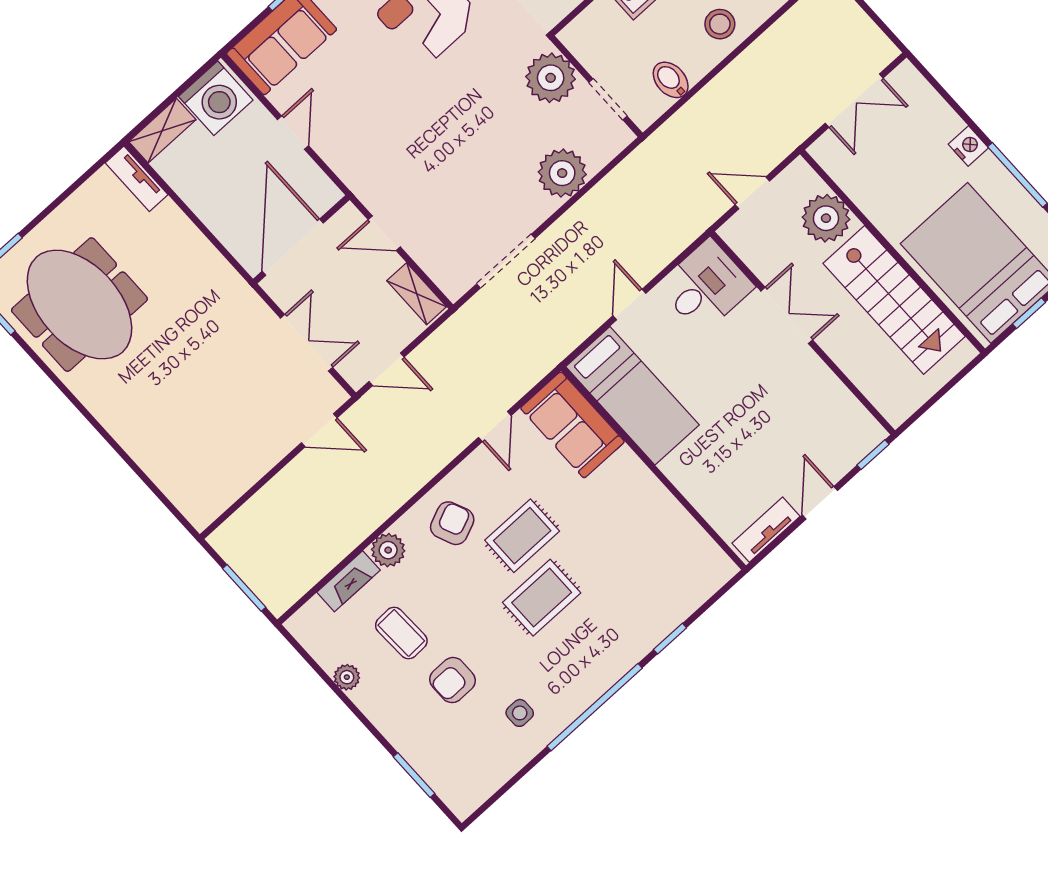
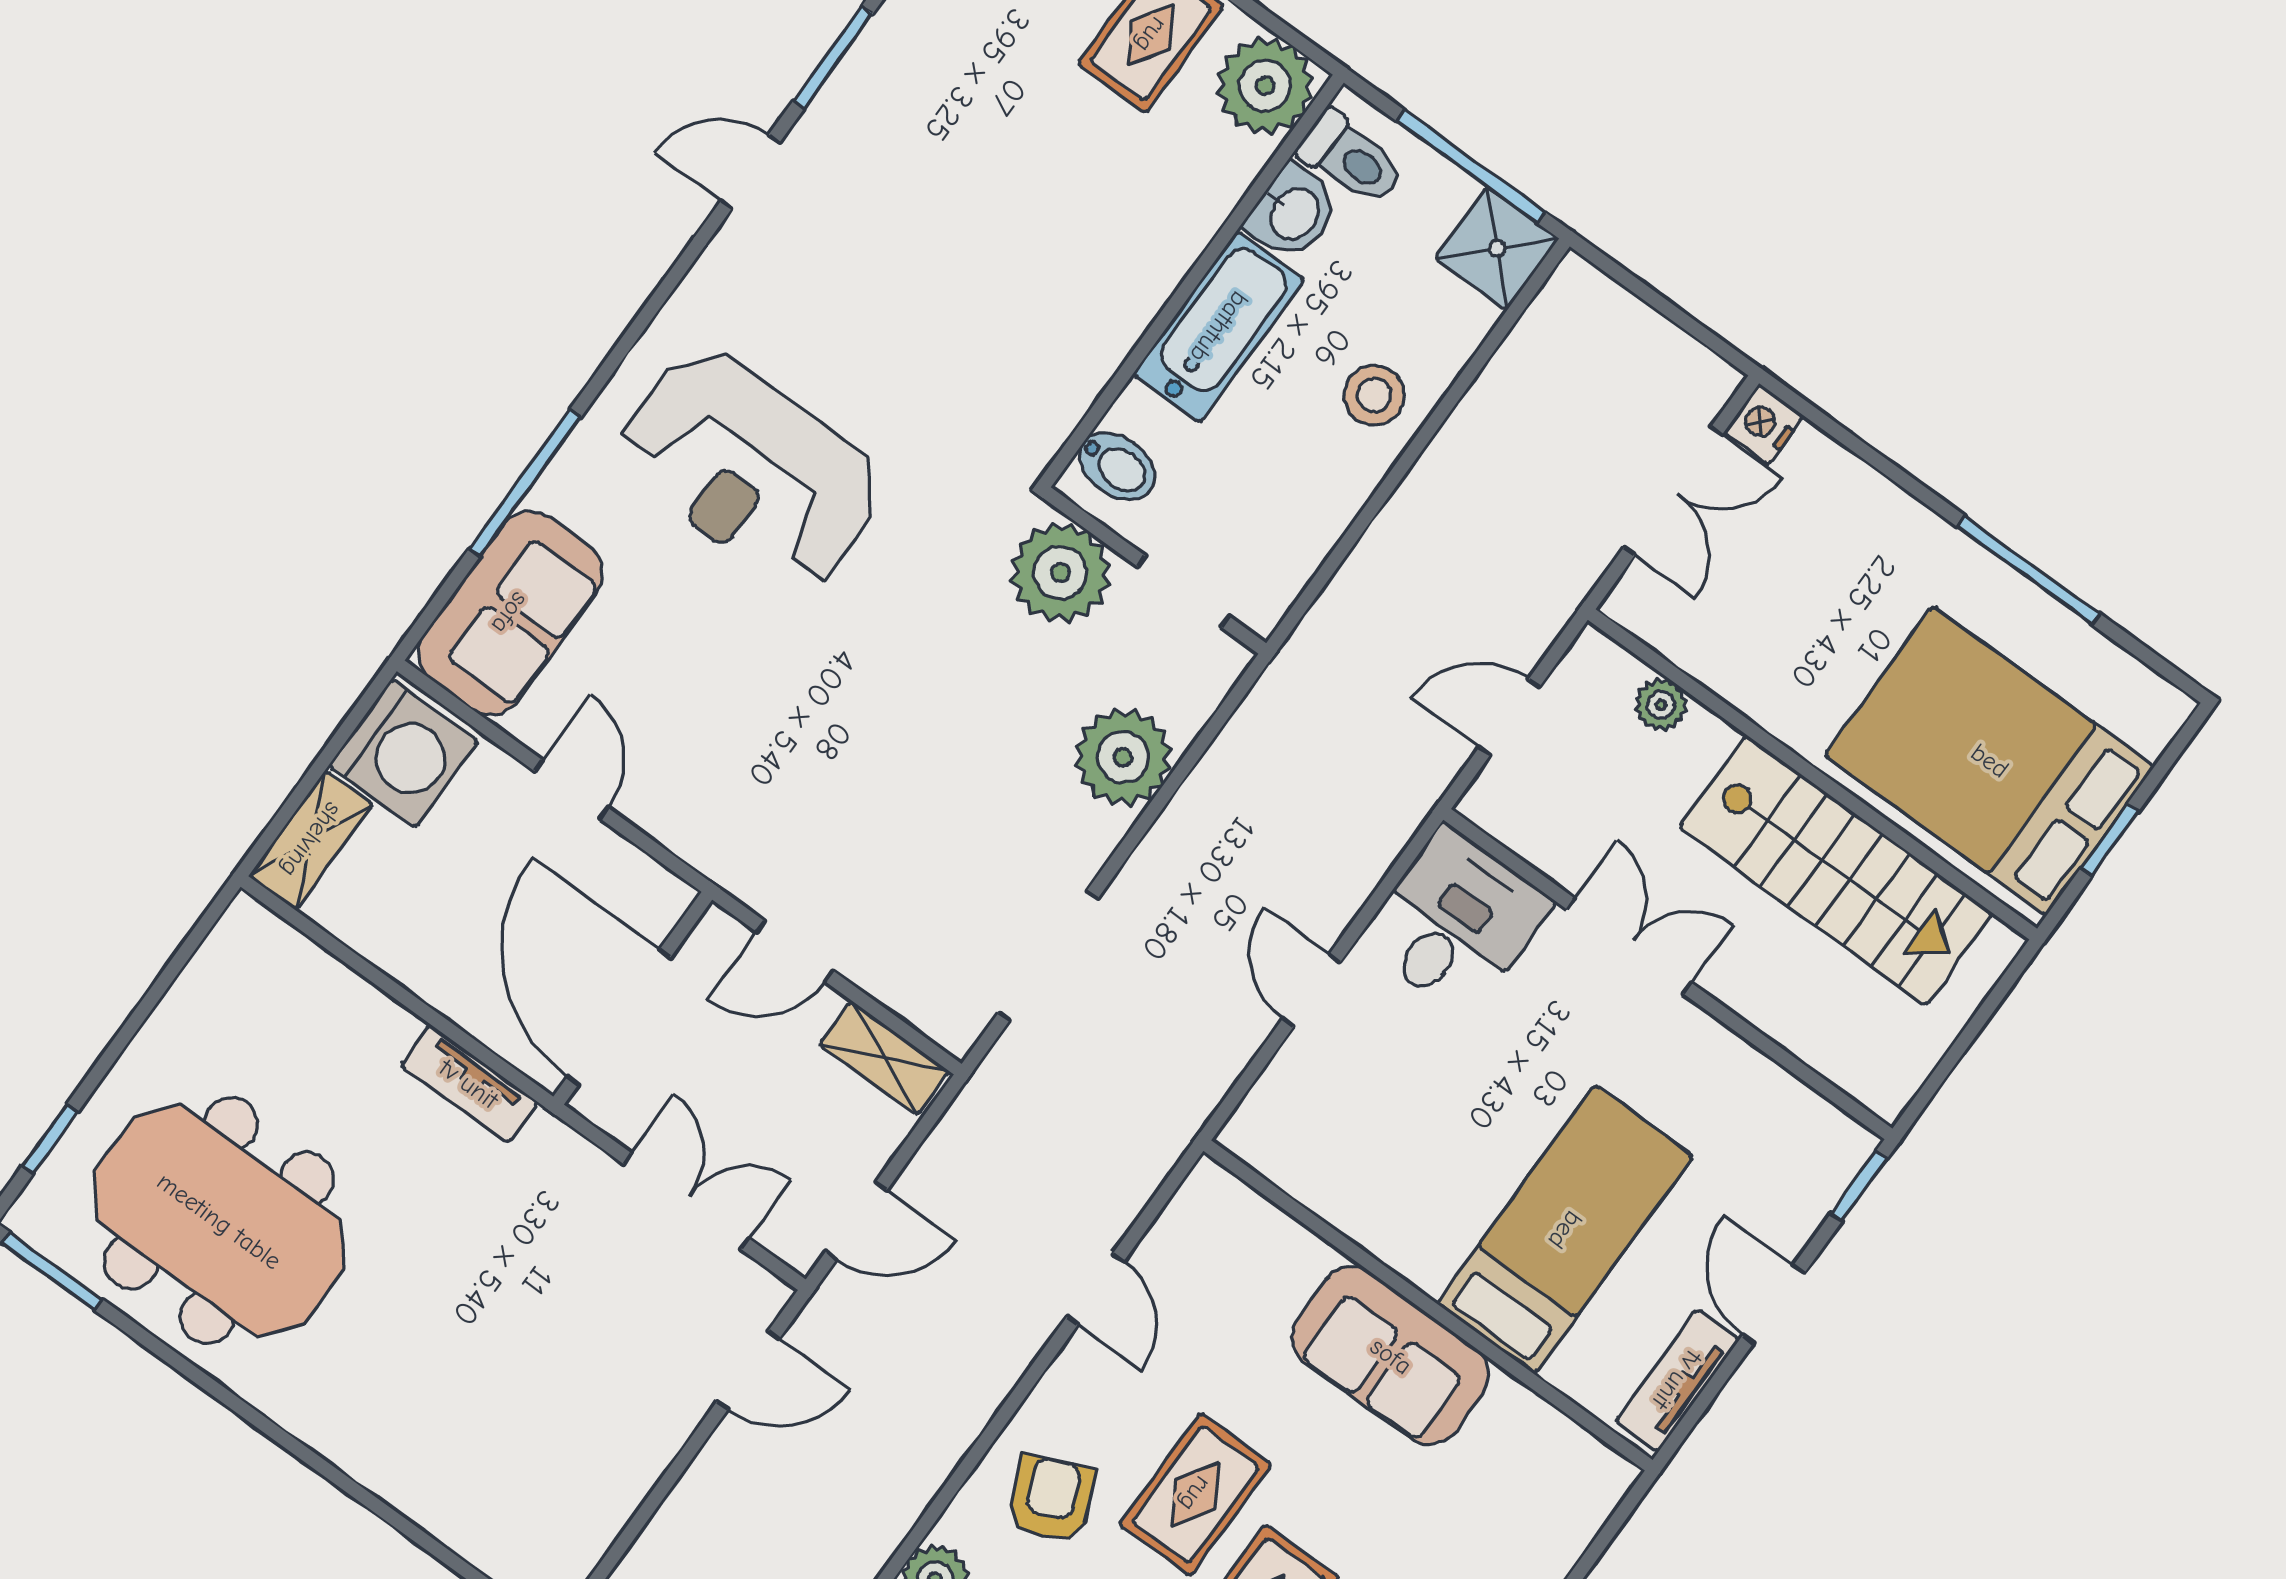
bidet: (671, 80) -> (1117, 466), moved, turned 180
nightstand: (968, 146) -> (1764, 424), moved, turned -90
tv unit: (137, 179) -> (469, 1084), moved
plant: (826, 218) -> (1661, 705), width x0.53, depth x0.53
bed: (632, 396) -> (1565, 1230), moved, turned -90
sofa: (572, 425) -> (1391, 1356), moved

